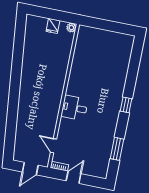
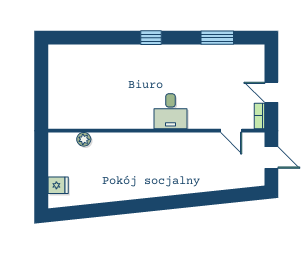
fridge: (53, 26) -> (58, 185), moved
plant: (71, 28) -> (84, 139), moved
door: (53, 146) -> (231, 131), hinge flipped

